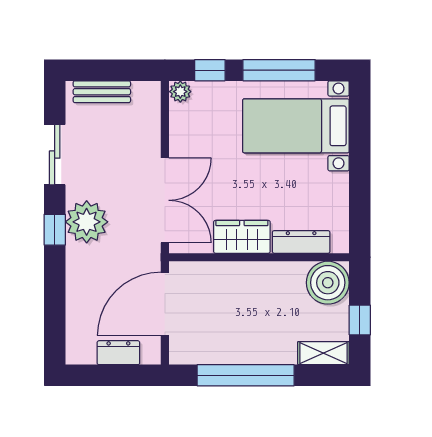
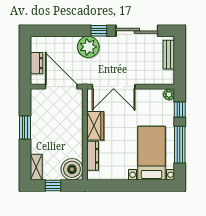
sliding door: (55, 155) -> (137, 31), width x1.37
plant: (87, 222) -> (88, 47), moved
window: (246, 375) -> (25, 128), width x0.47

